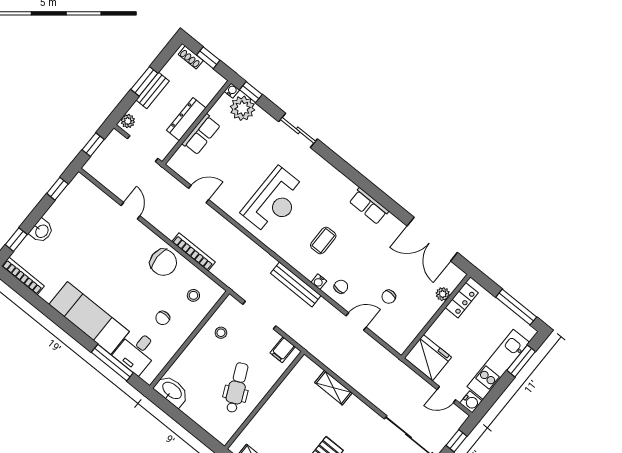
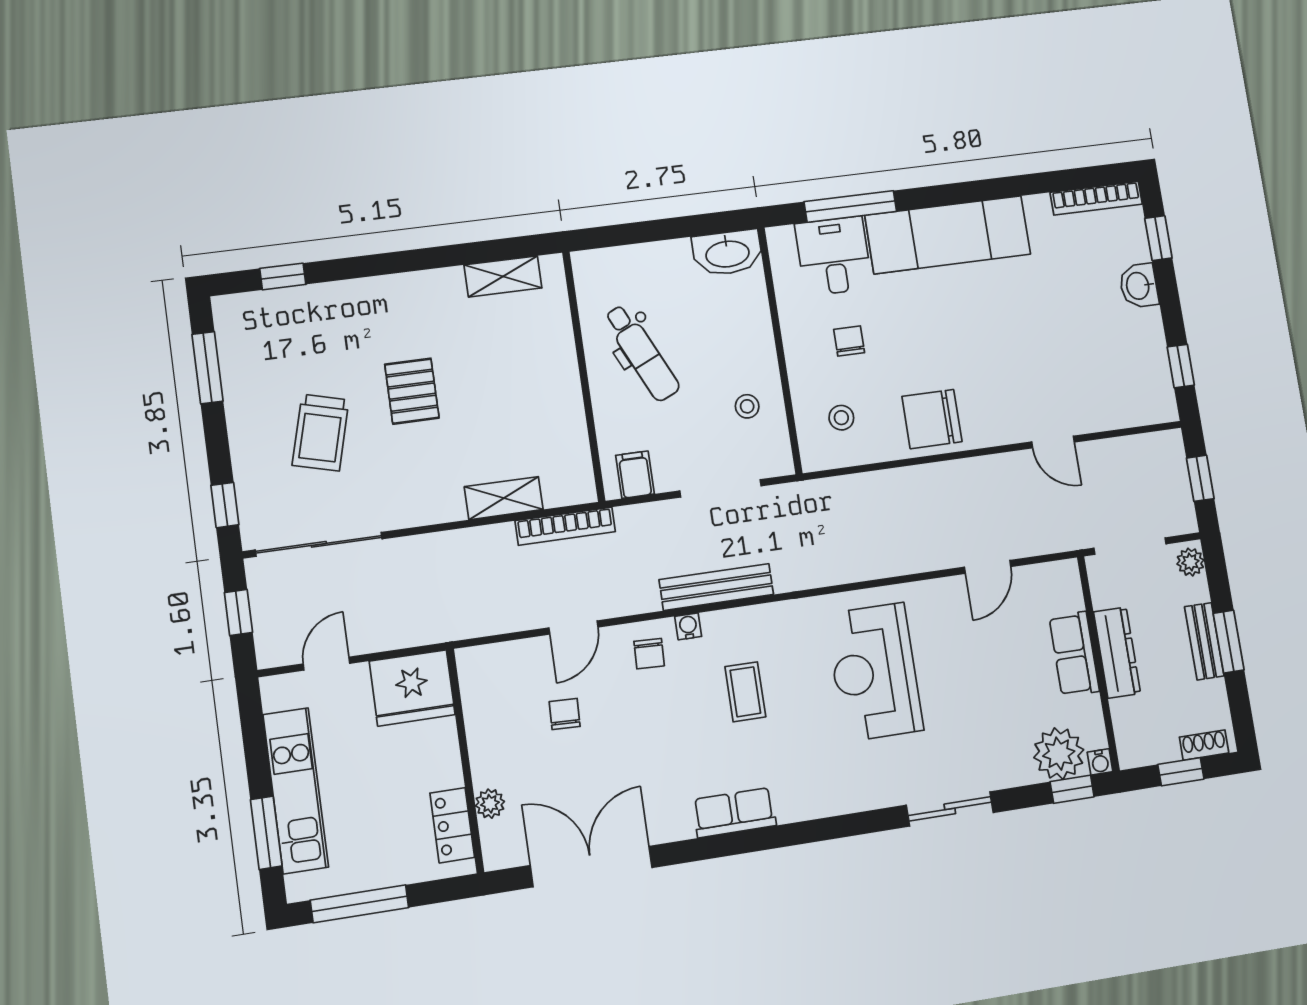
bookcase: (194, 252) -> (565, 526), moved
water cooler: (471, 402) -> (278, 692), removed

